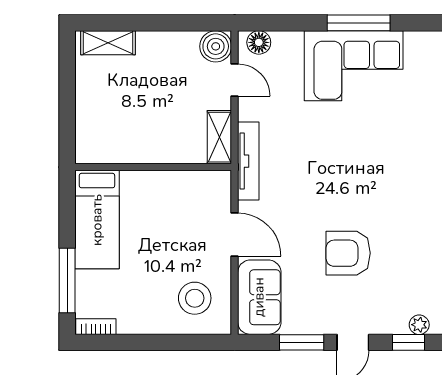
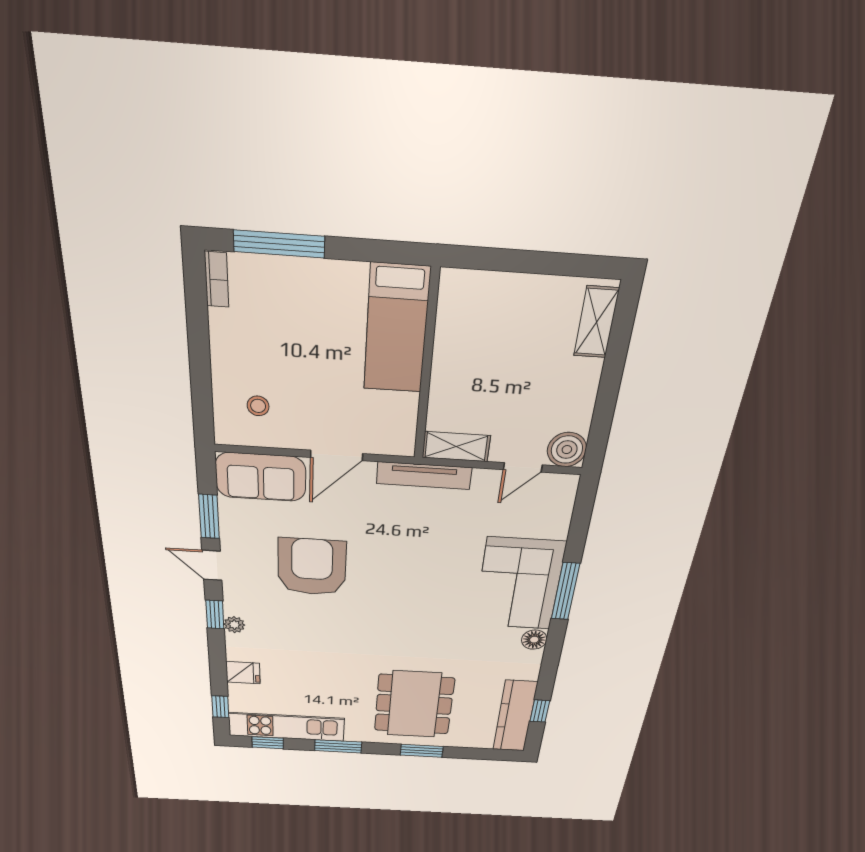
floor lamp: (259, 42) -> (534, 640), moved
bed: (97, 220) -> (397, 329), moved, turned -90
armchair: (348, 253) -> (312, 567), width x1.36, depth x1.36
stool: (195, 298) -> (258, 406), width x0.53, depth x0.53

